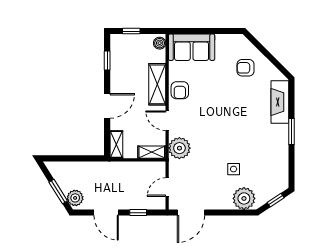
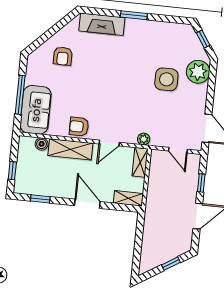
window: (204, 31) -> (20, 95), added
boiler: (160, 43) -> (42, 144), moved
armchair: (180, 90) -> (79, 127), turned 180
plant: (179, 148) -> (144, 139), width x0.53, depth x0.53
side table: (234, 169) -> (166, 79), width x1.87, depth x1.87
window: (58, 192) -> (171, 264), width x0.67
plant: (75, 198) -> (179, 247), removed

